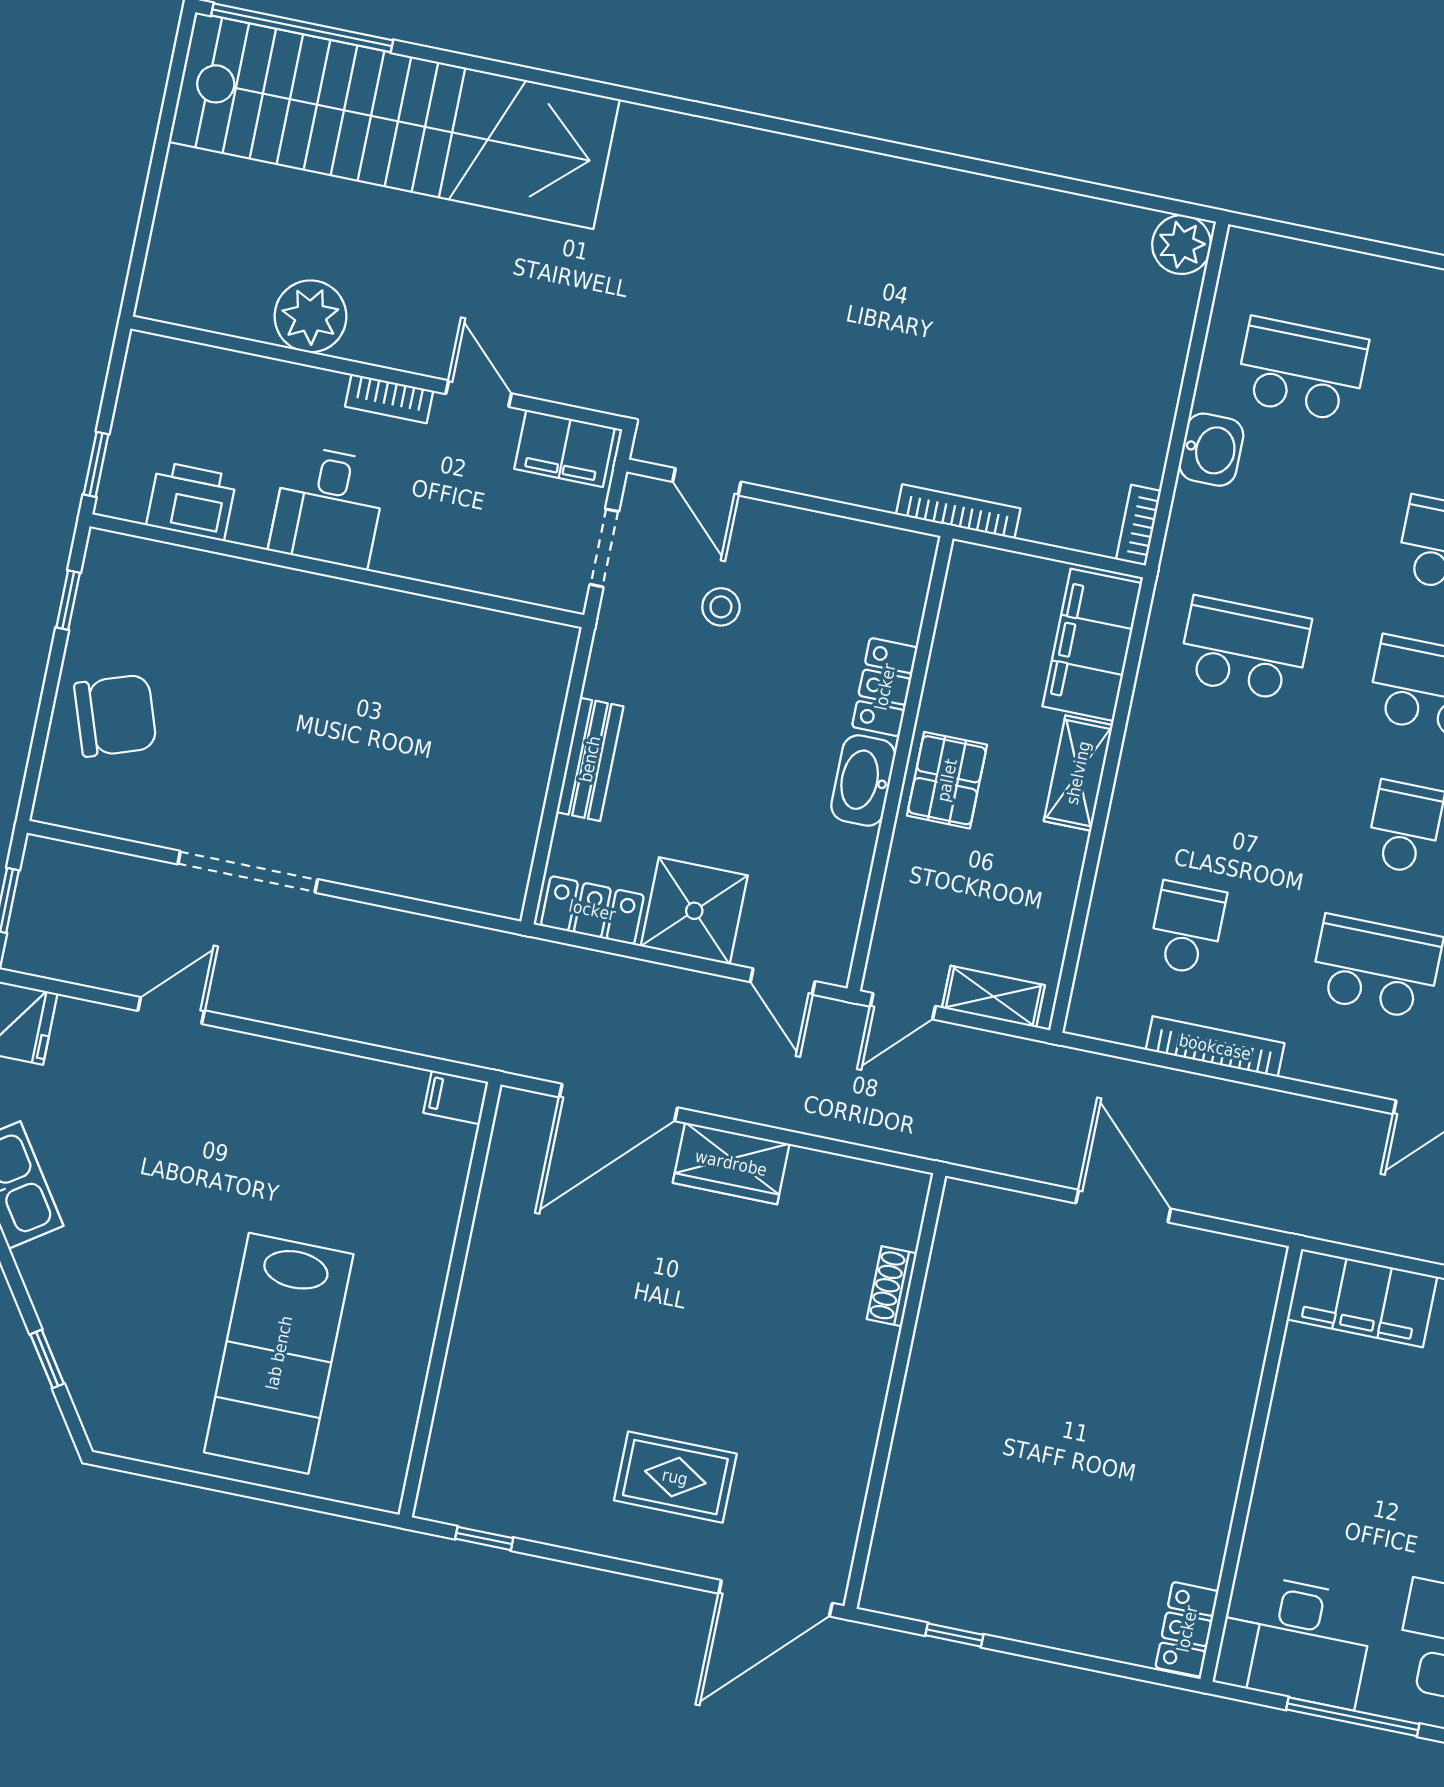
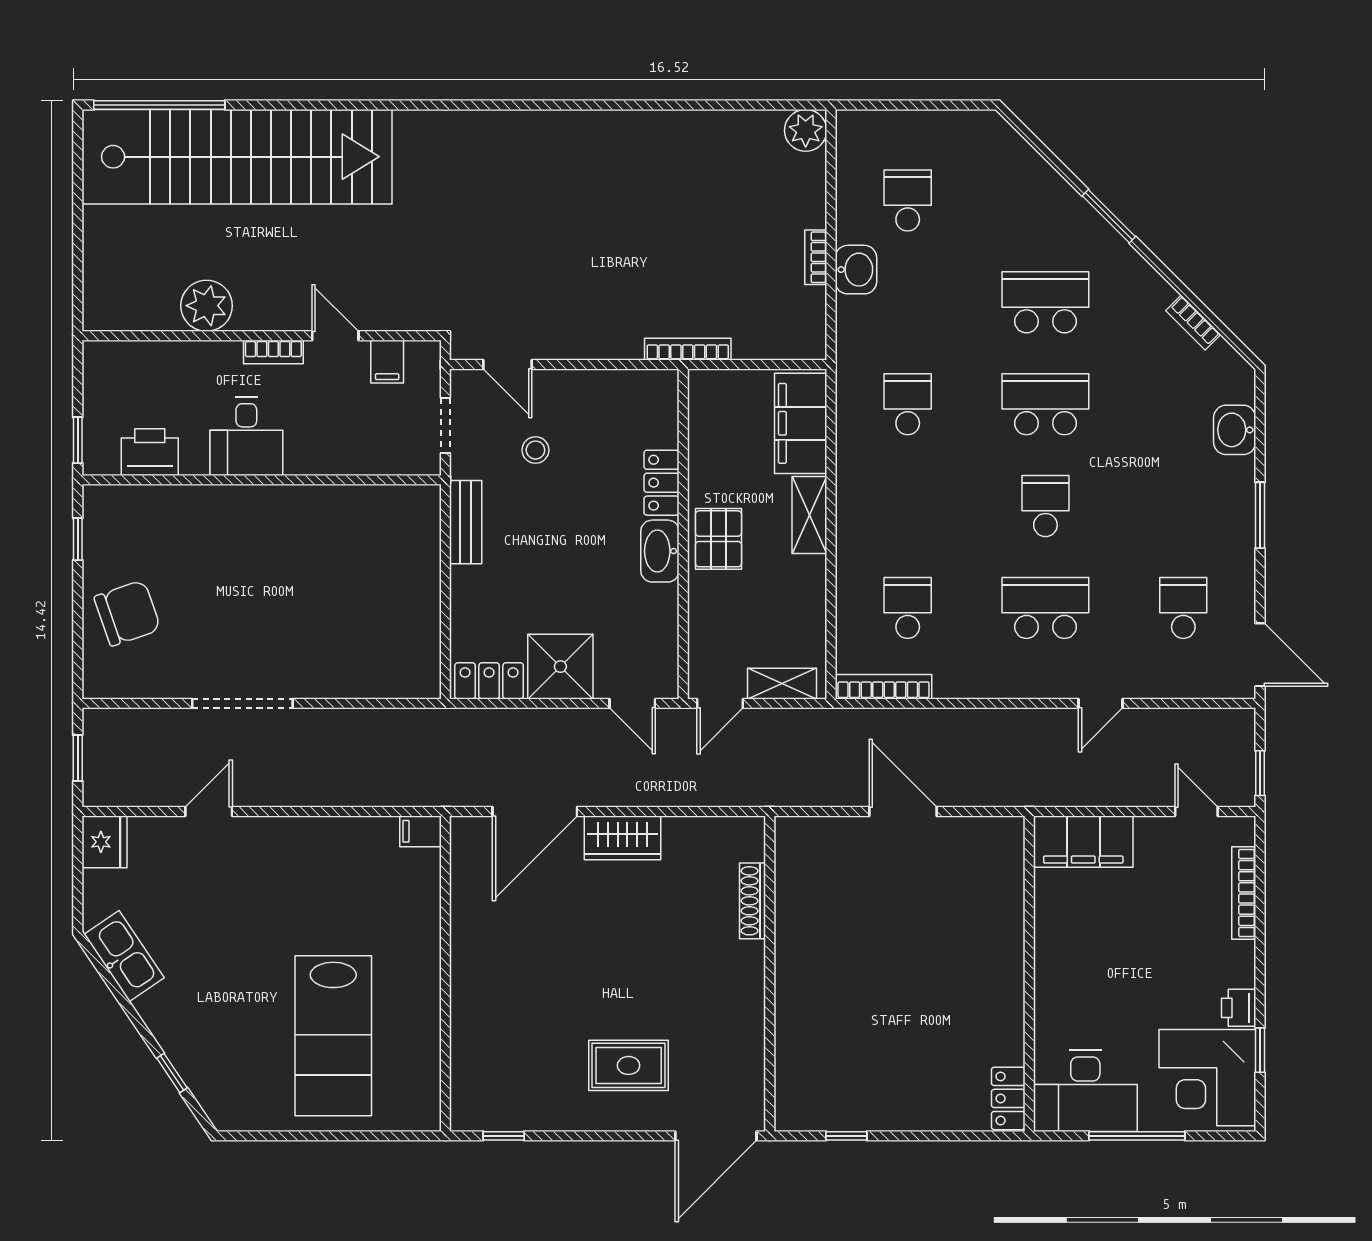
school desk: (1302, 369) -> (908, 200), width x0.54
filing cabinet: (565, 448) -> (387, 362), width x0.50
bookcase: (1138, 525) -> (816, 257), moved
school desk: (1244, 649) -> (908, 404), width x0.54
bench: (590, 759) -> (466, 522), moved
bookcase: (1215, 1047) -> (884, 687), moved
shoe rack: (892, 1286) -> (753, 901), width x1.43

